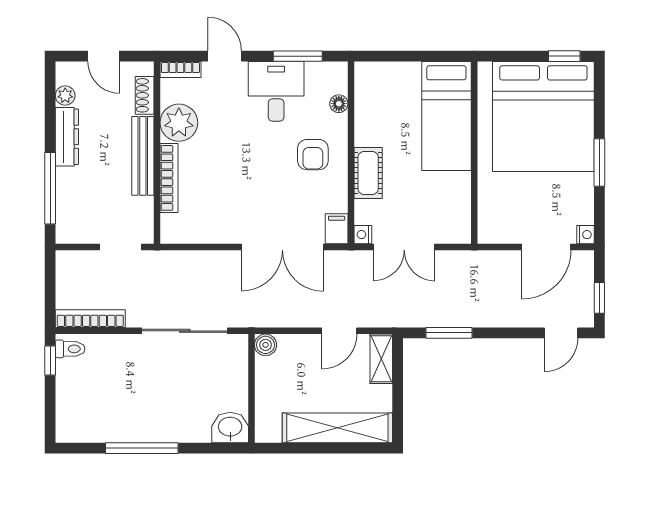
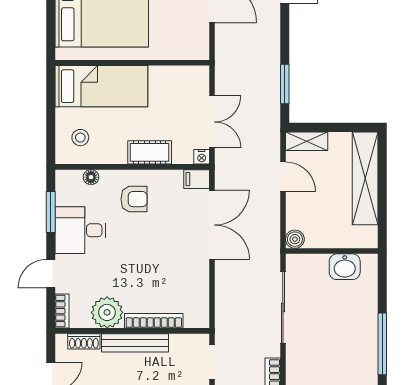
stool: (386, 91) -> (80, 138), added
washbasin: (230, 428) -> (345, 267), moved, turned -90

